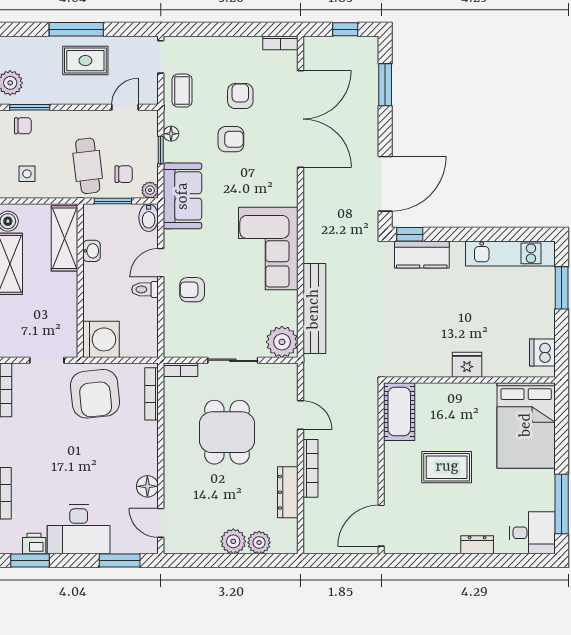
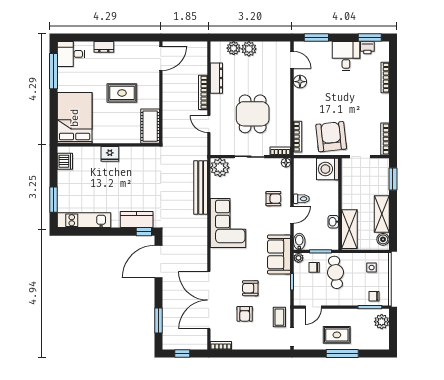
floor lamp: (171, 134) -> (286, 163), moved
desk: (79, 529) -> (346, 56), width x0.73

